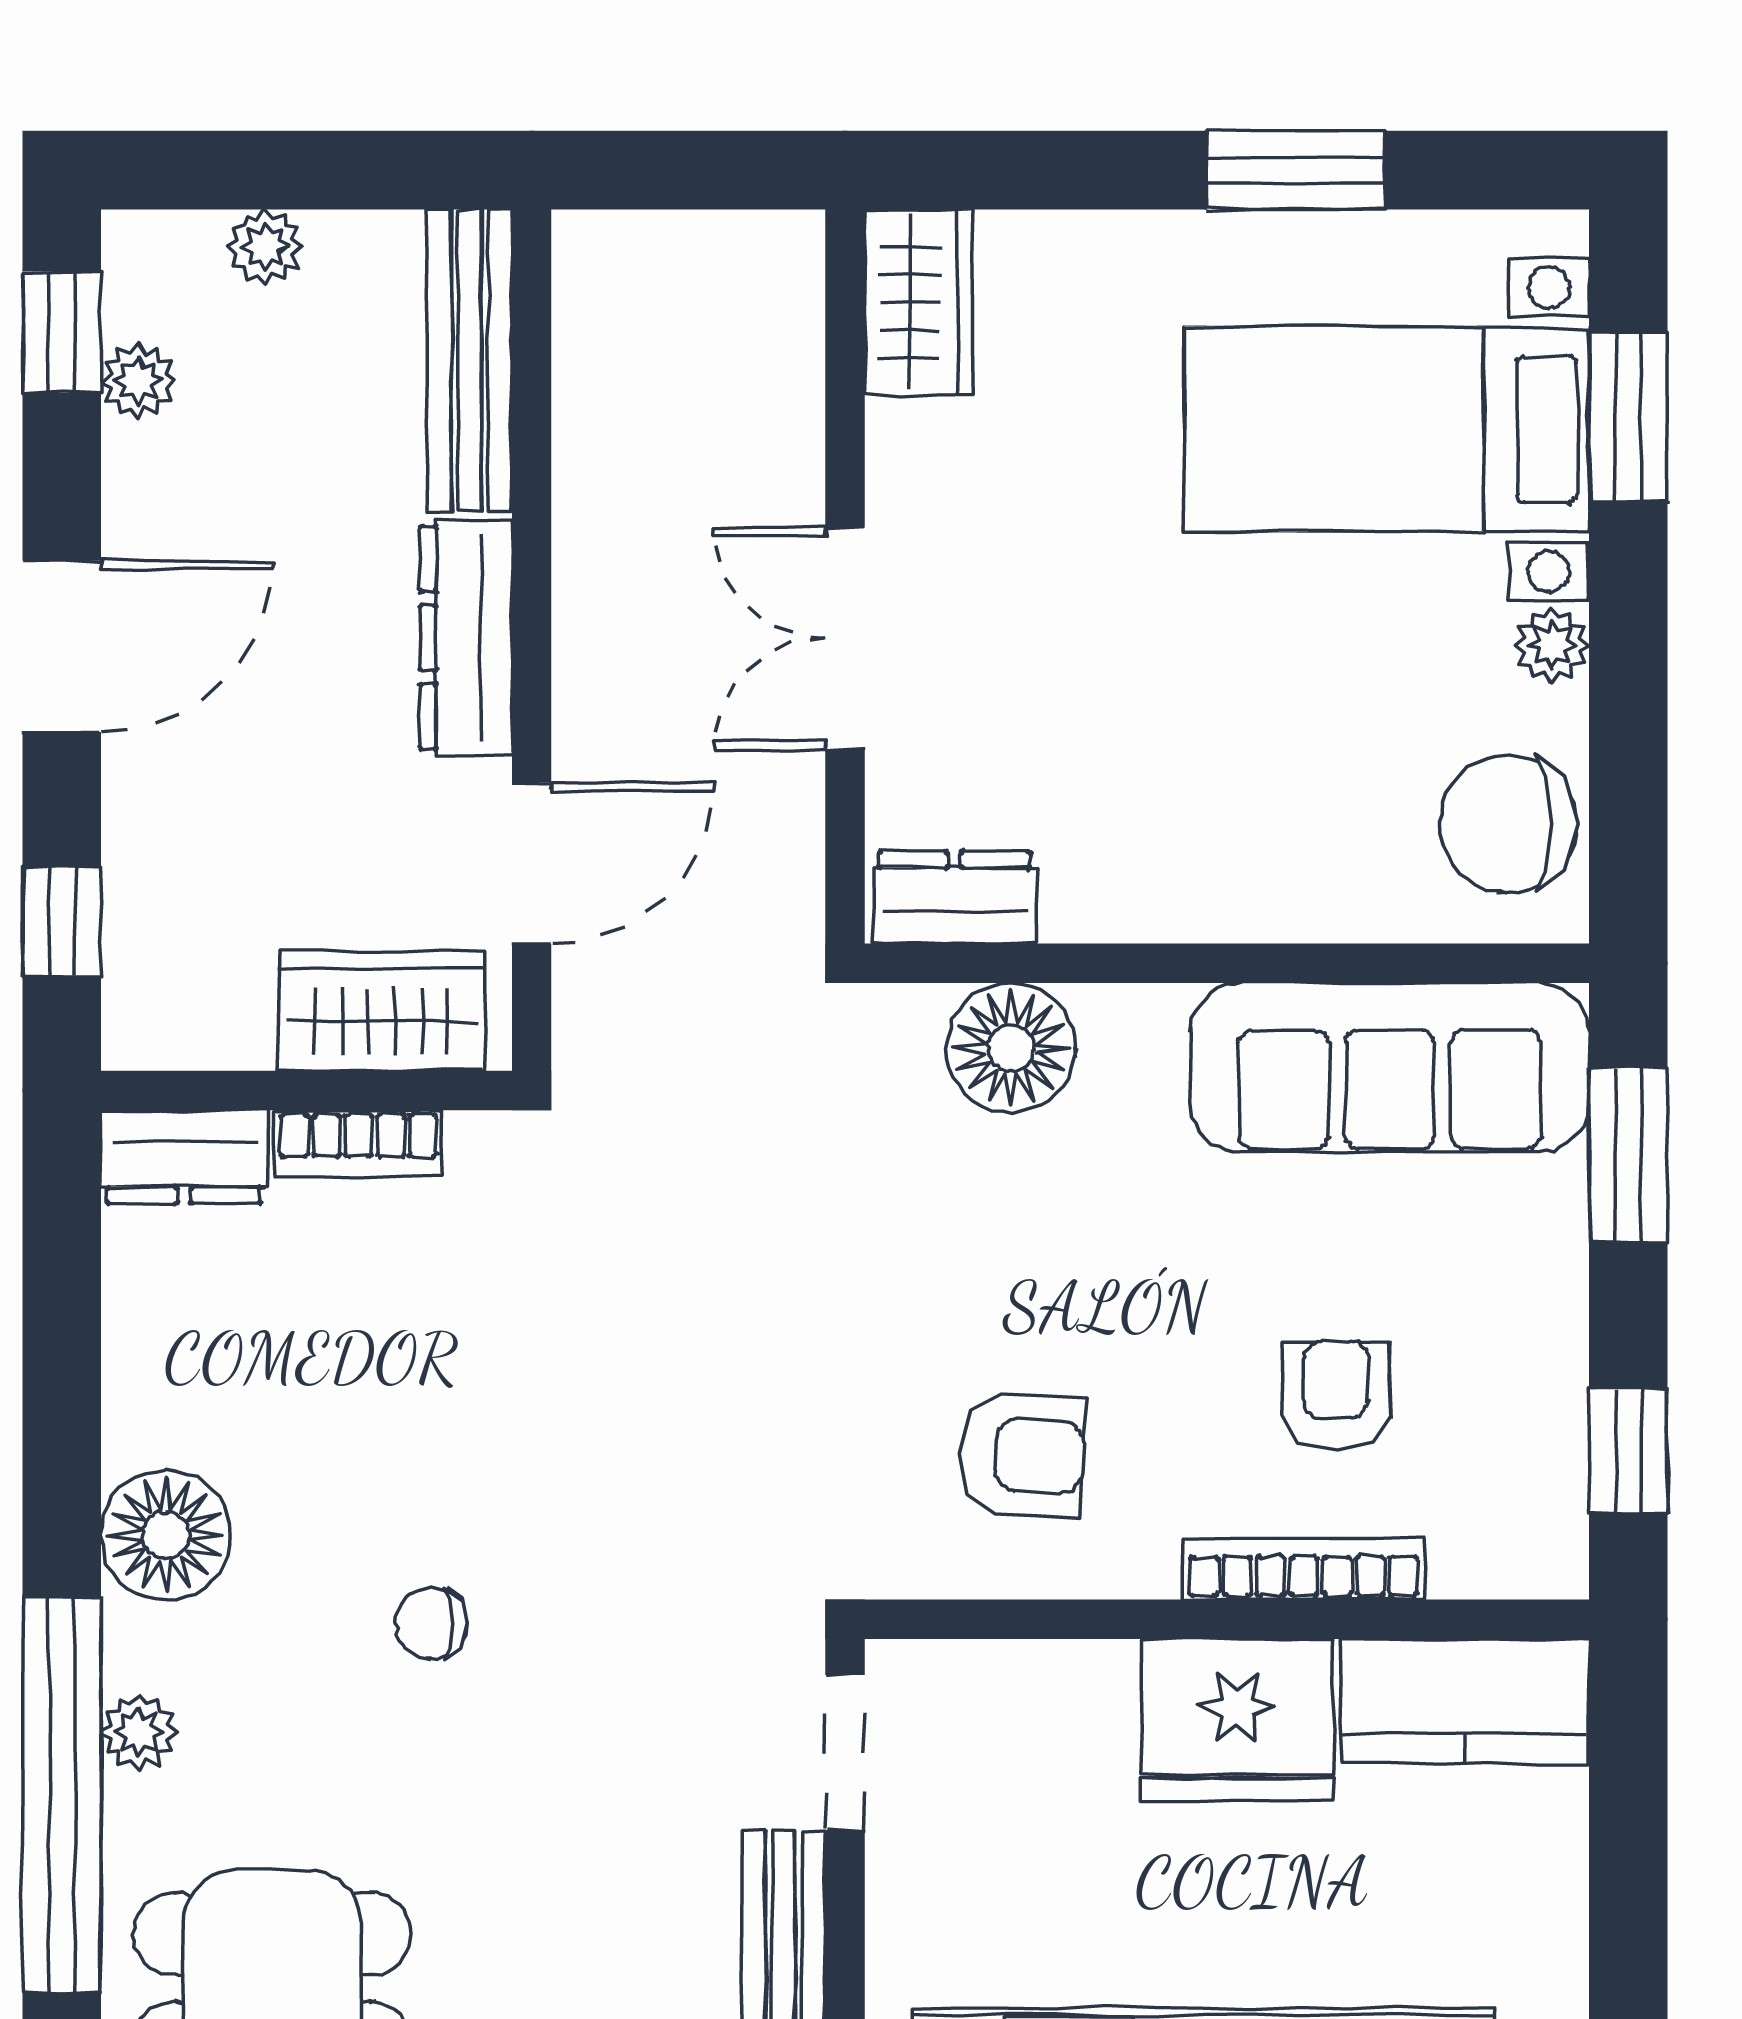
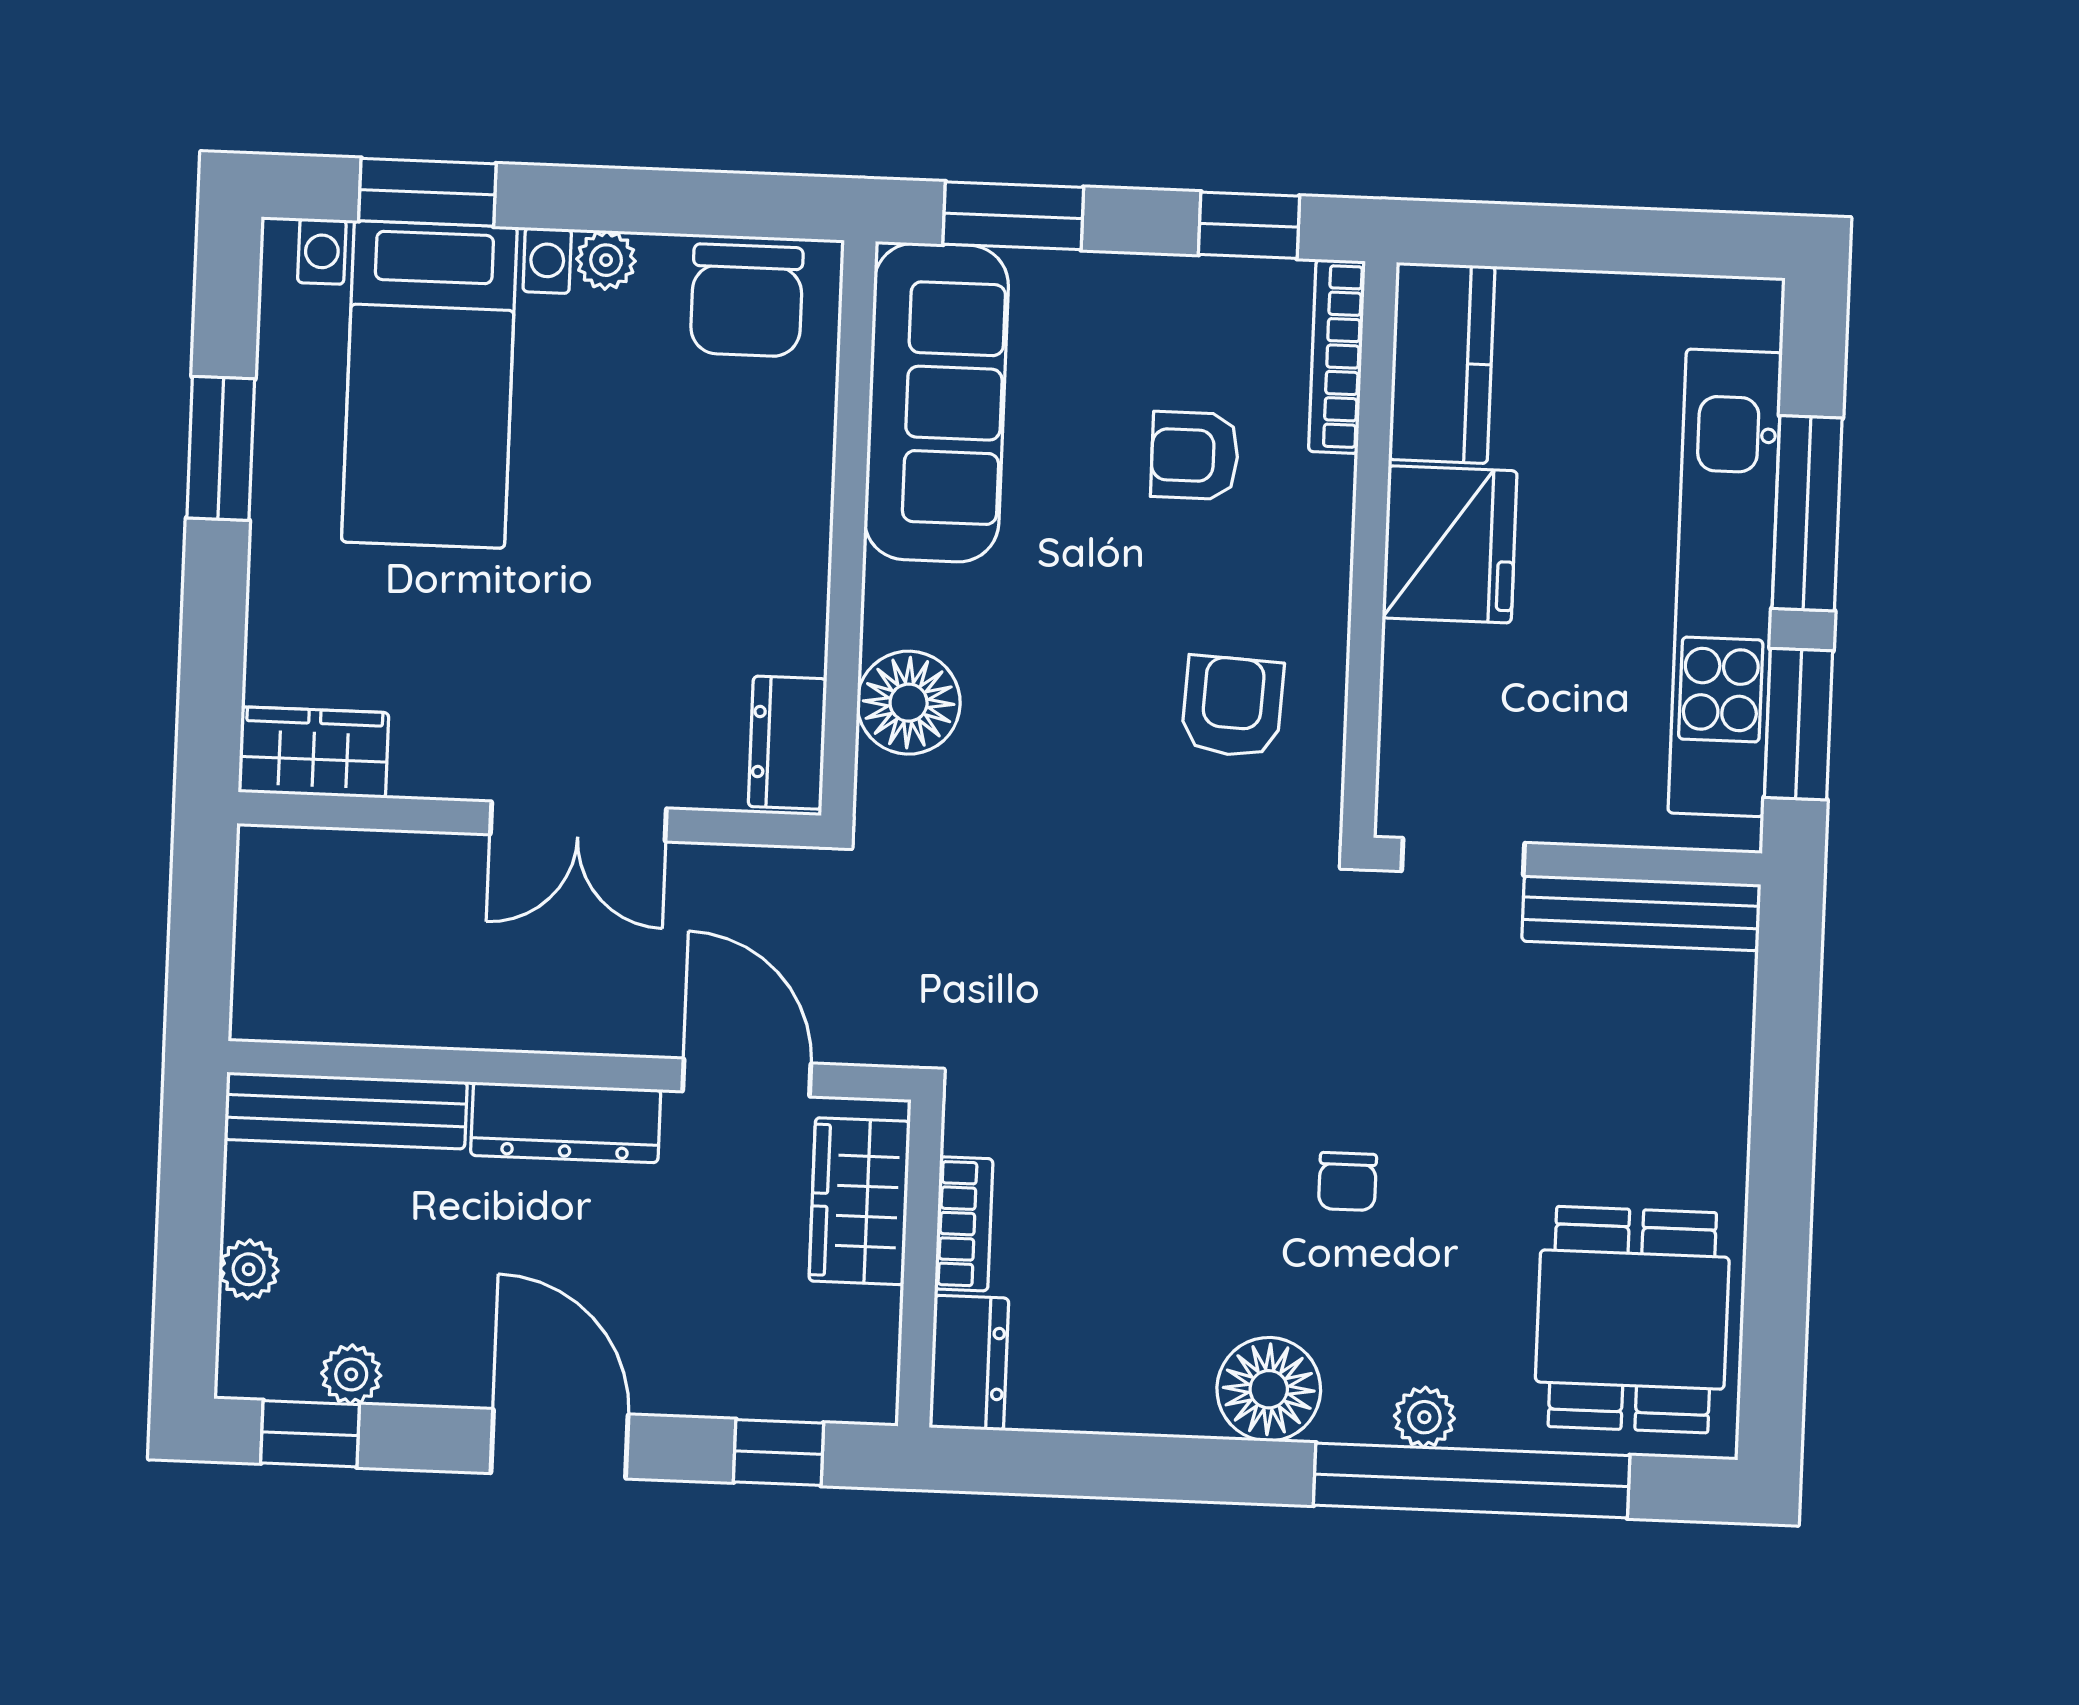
bookcase: (1304, 1569) -> (1337, 356), moved

